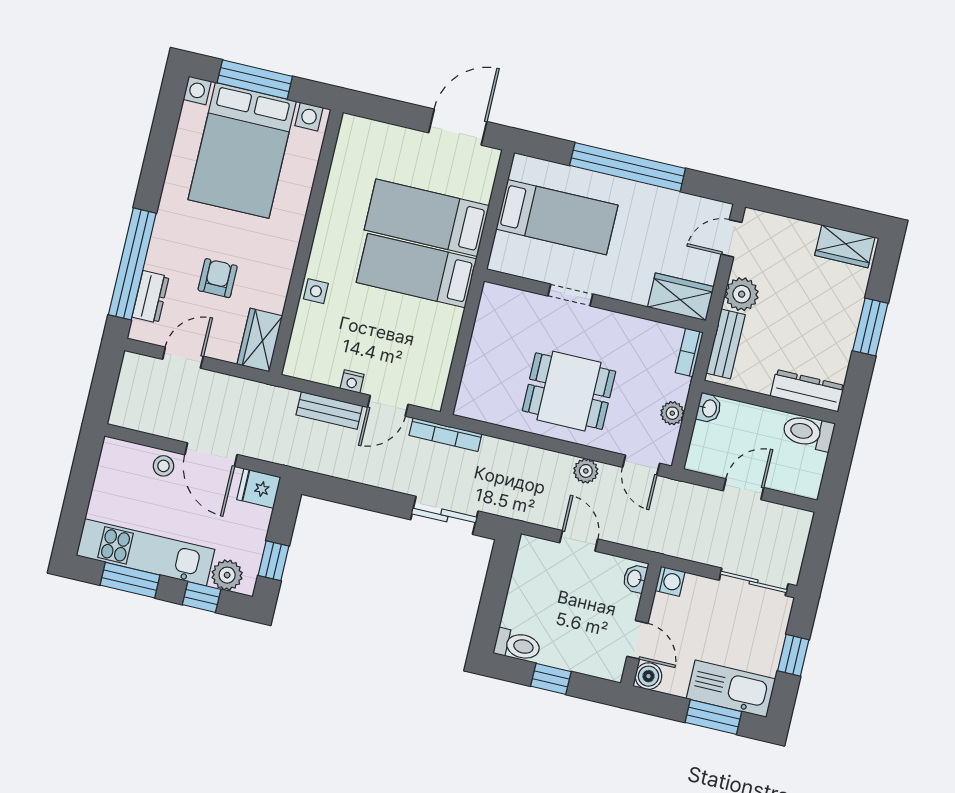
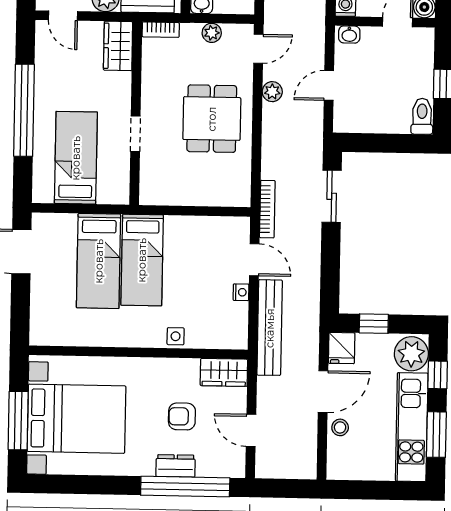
dresser: (151, 297) -> (176, 466), moved
bench: (329, 410) -> (270, 328), width x1.86, depth x1.21
window: (273, 561) -> (374, 324), moved
plant: (227, 575) -> (411, 354), width x1.36, depth x1.36

